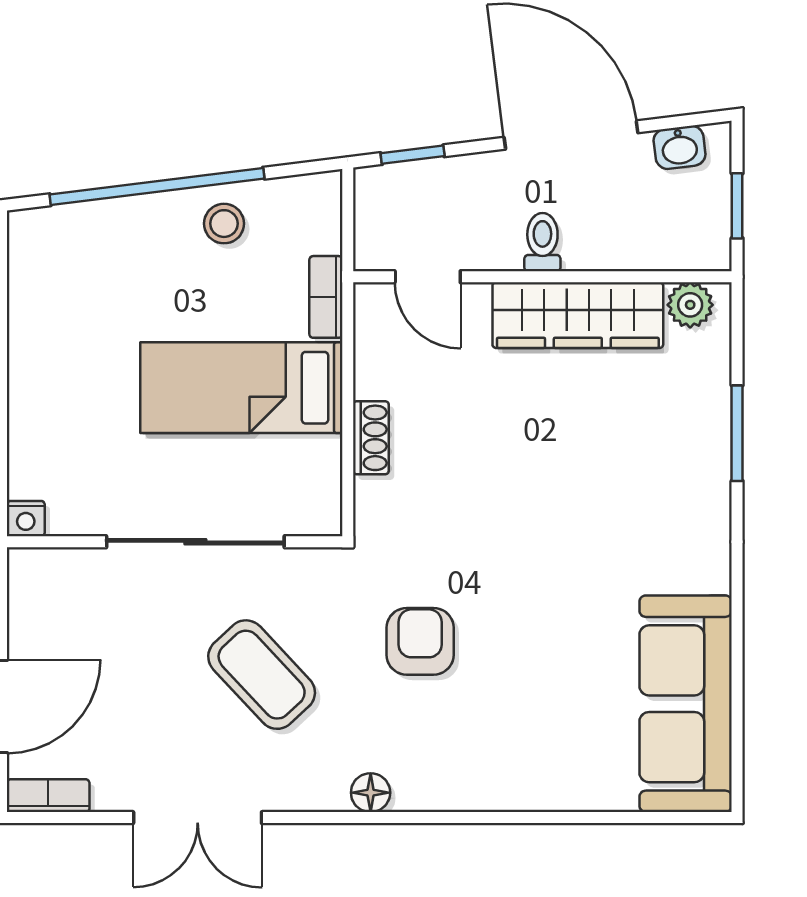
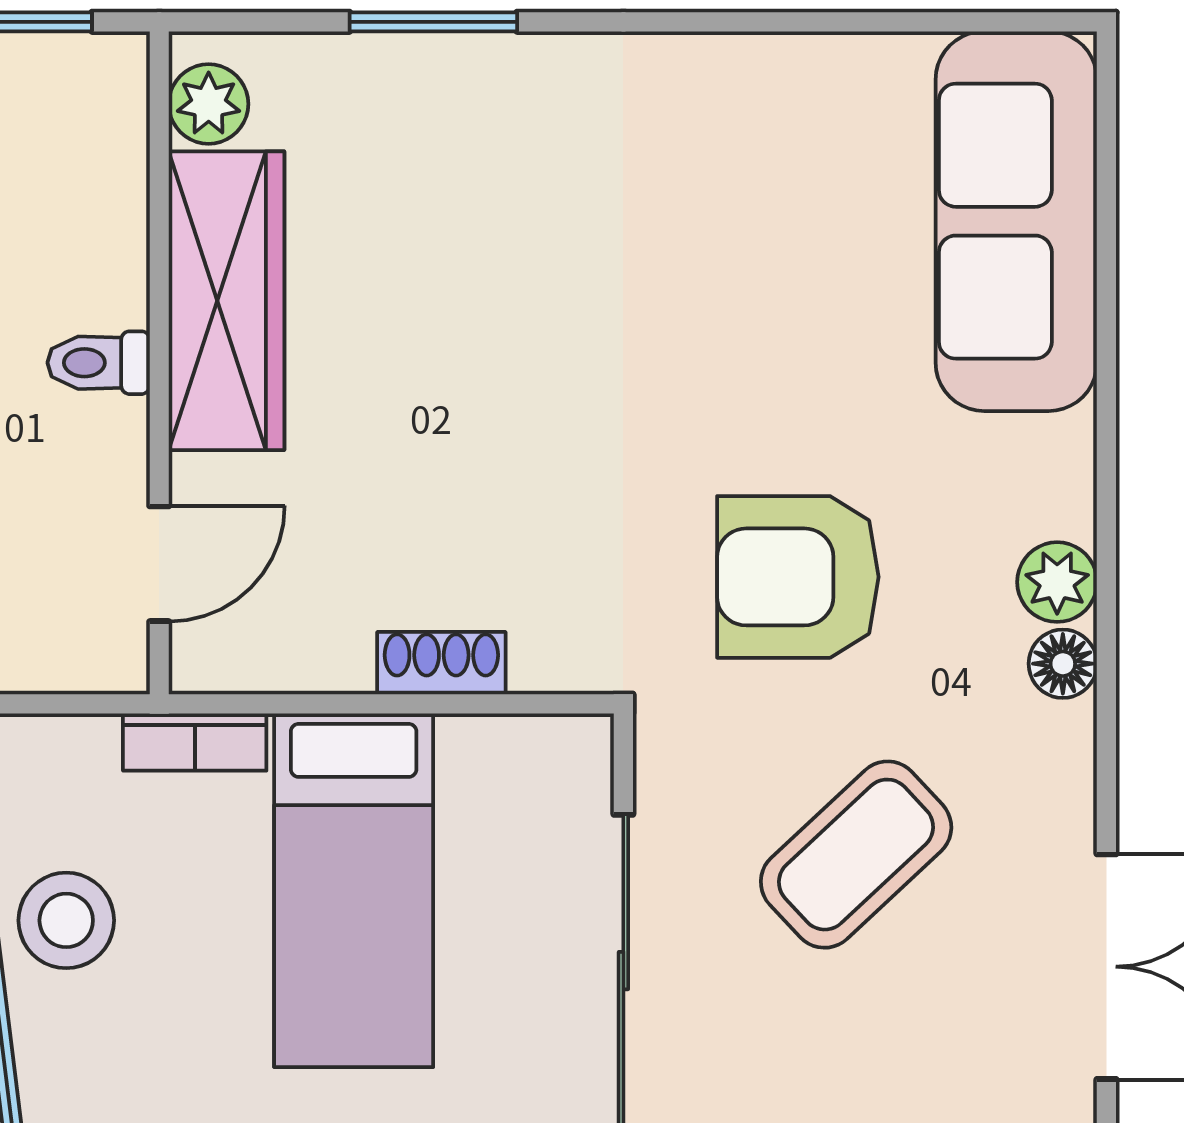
stool: (224, 224) -> (66, 920), width x1.37, depth x1.37
armchair: (420, 641) -> (798, 577), width x1.38, depth x1.38
sofa: (686, 704) -> (1016, 221), moved, turned 90
plant: (417, 789) -> (1057, 582), added

